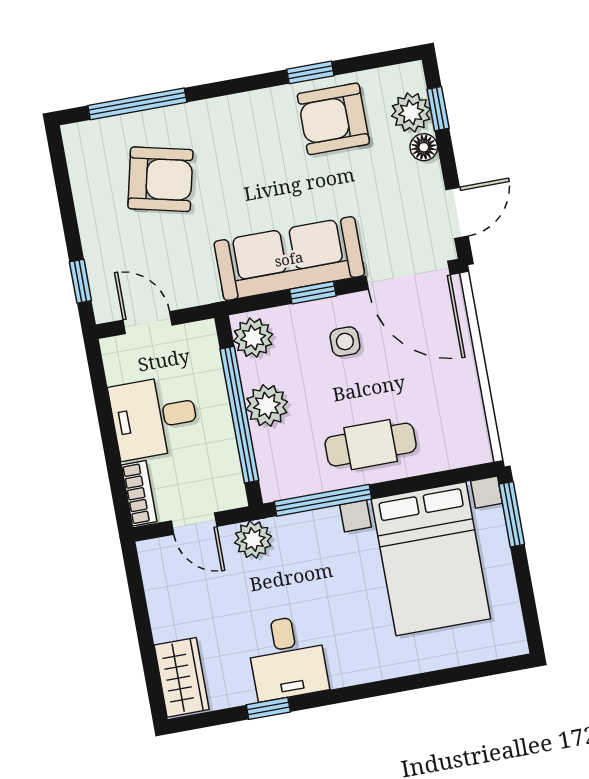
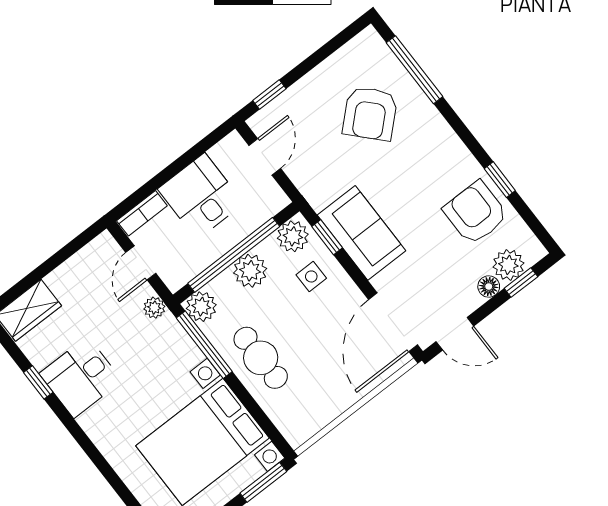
armchair: (160, 179) -> (370, 113), turned 34
sofa: (289, 259) -> (361, 233), width x0.73
window: (313, 293) -> (327, 237), moved
side table: (345, 342) -> (311, 276), moved
plant: (278, 481) -> (201, 307), added
plant: (253, 540) -> (154, 308), width x0.73, depth x0.73

